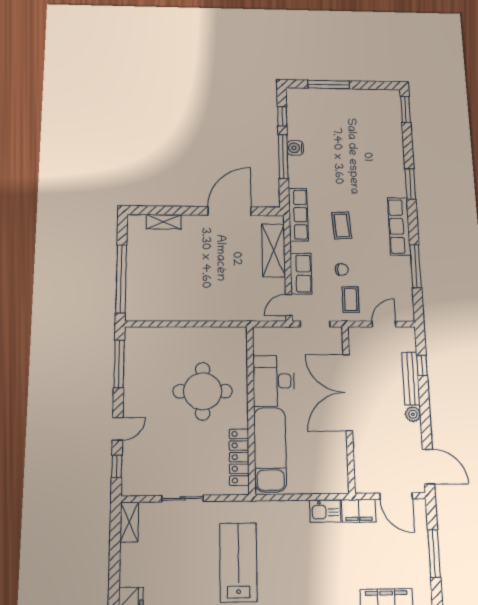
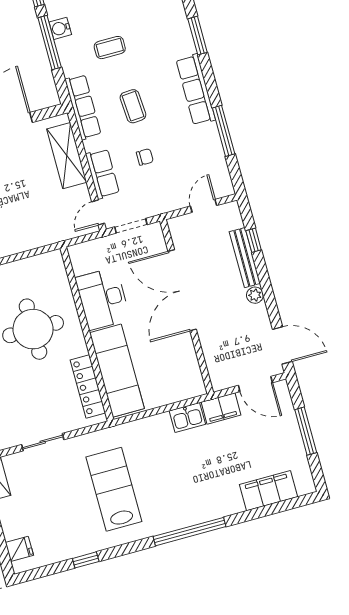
coffee table: (351, 300) -> (110, 48), moved, turned 90

